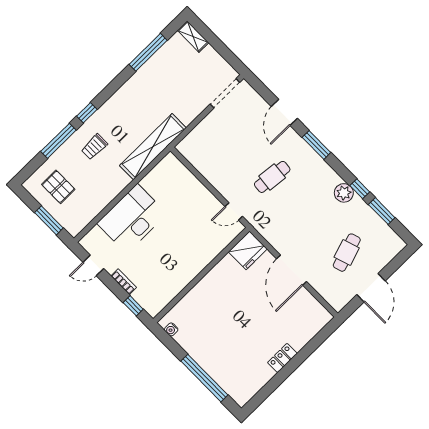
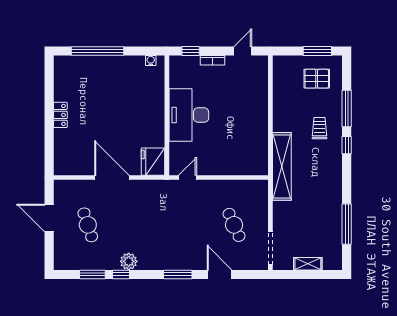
shelving: (193, 37) -> (308, 264), moved
cafe table: (272, 177) -> (234, 225), moved, turned -30
desk: (132, 218) -> (189, 115), moved, turned 180
window: (49, 220) -> (317, 51), moved

